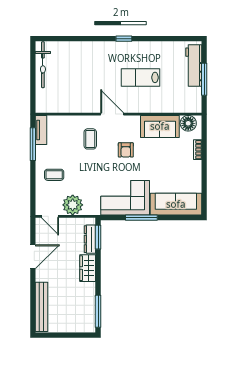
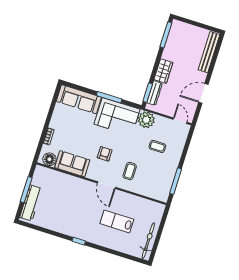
lab bench: (141, 77) -> (117, 221), moved, turned 180
tv unit: (41, 130) -> (166, 190), removed
coffee table: (54, 175) -> (157, 146), moved
plant: (73, 205) -> (146, 120), moved

